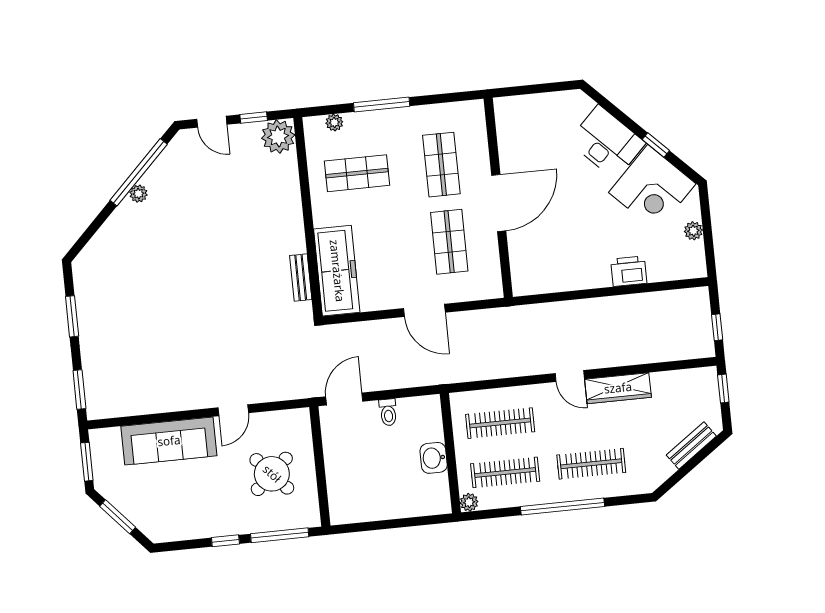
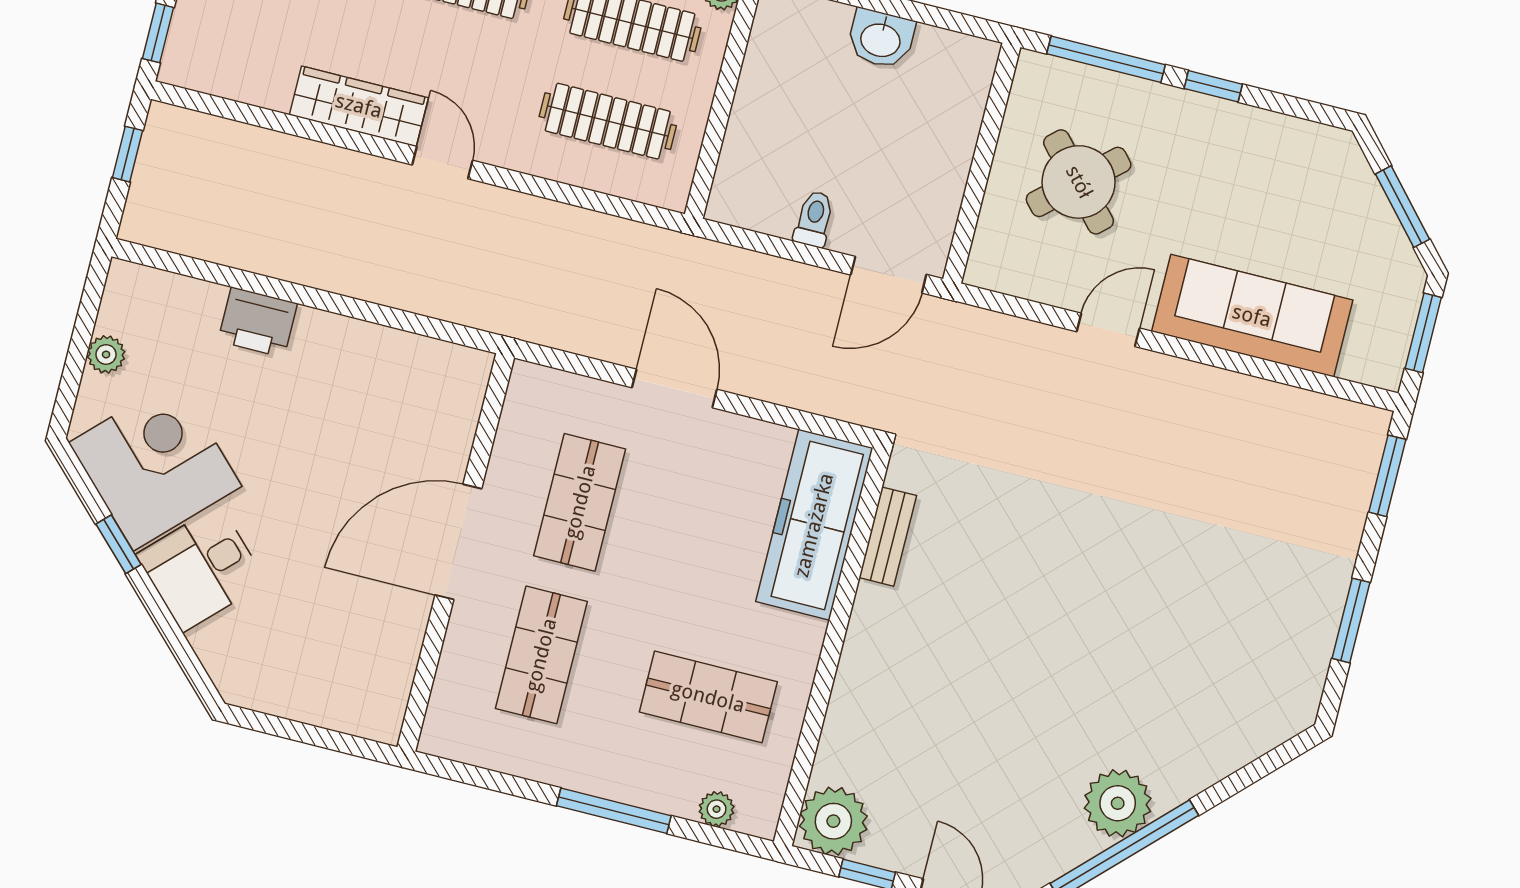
desk: (607, 142) -> (201, 568), width x0.73
plant: (138, 194) -> (1118, 803), width x1.87, depth x1.87
washbasin: (434, 458) -> (881, 39), moved, turned 90

